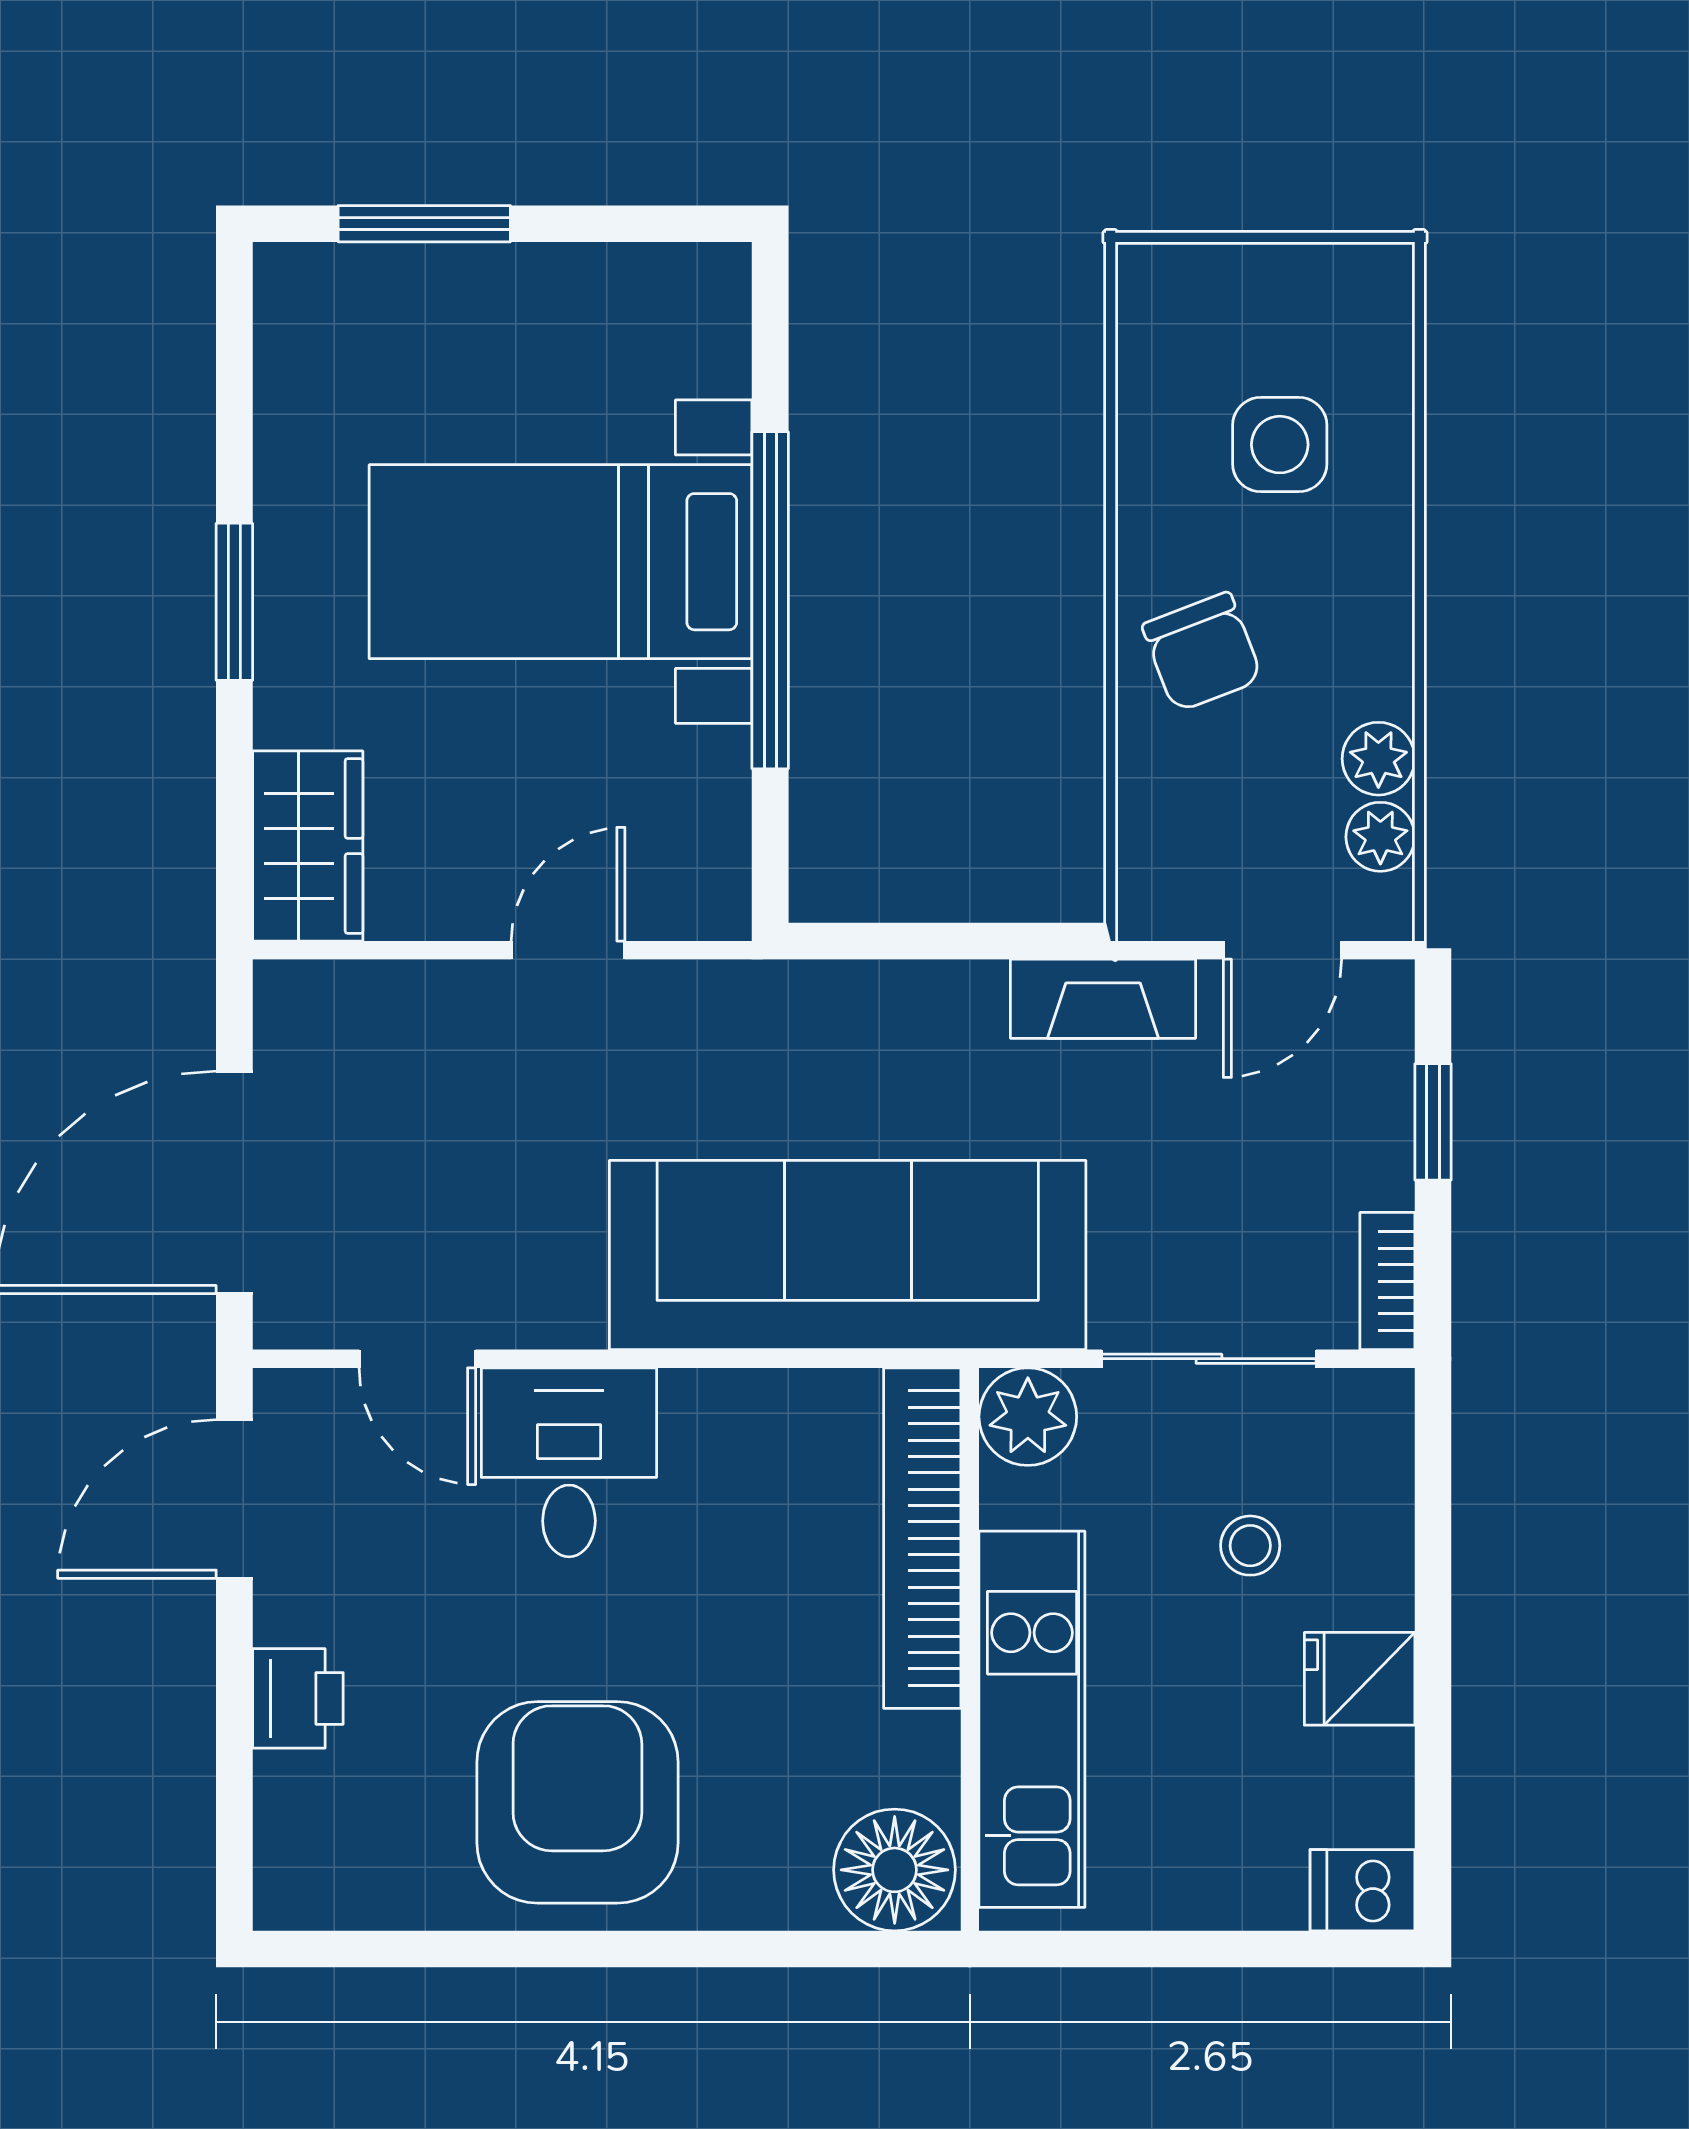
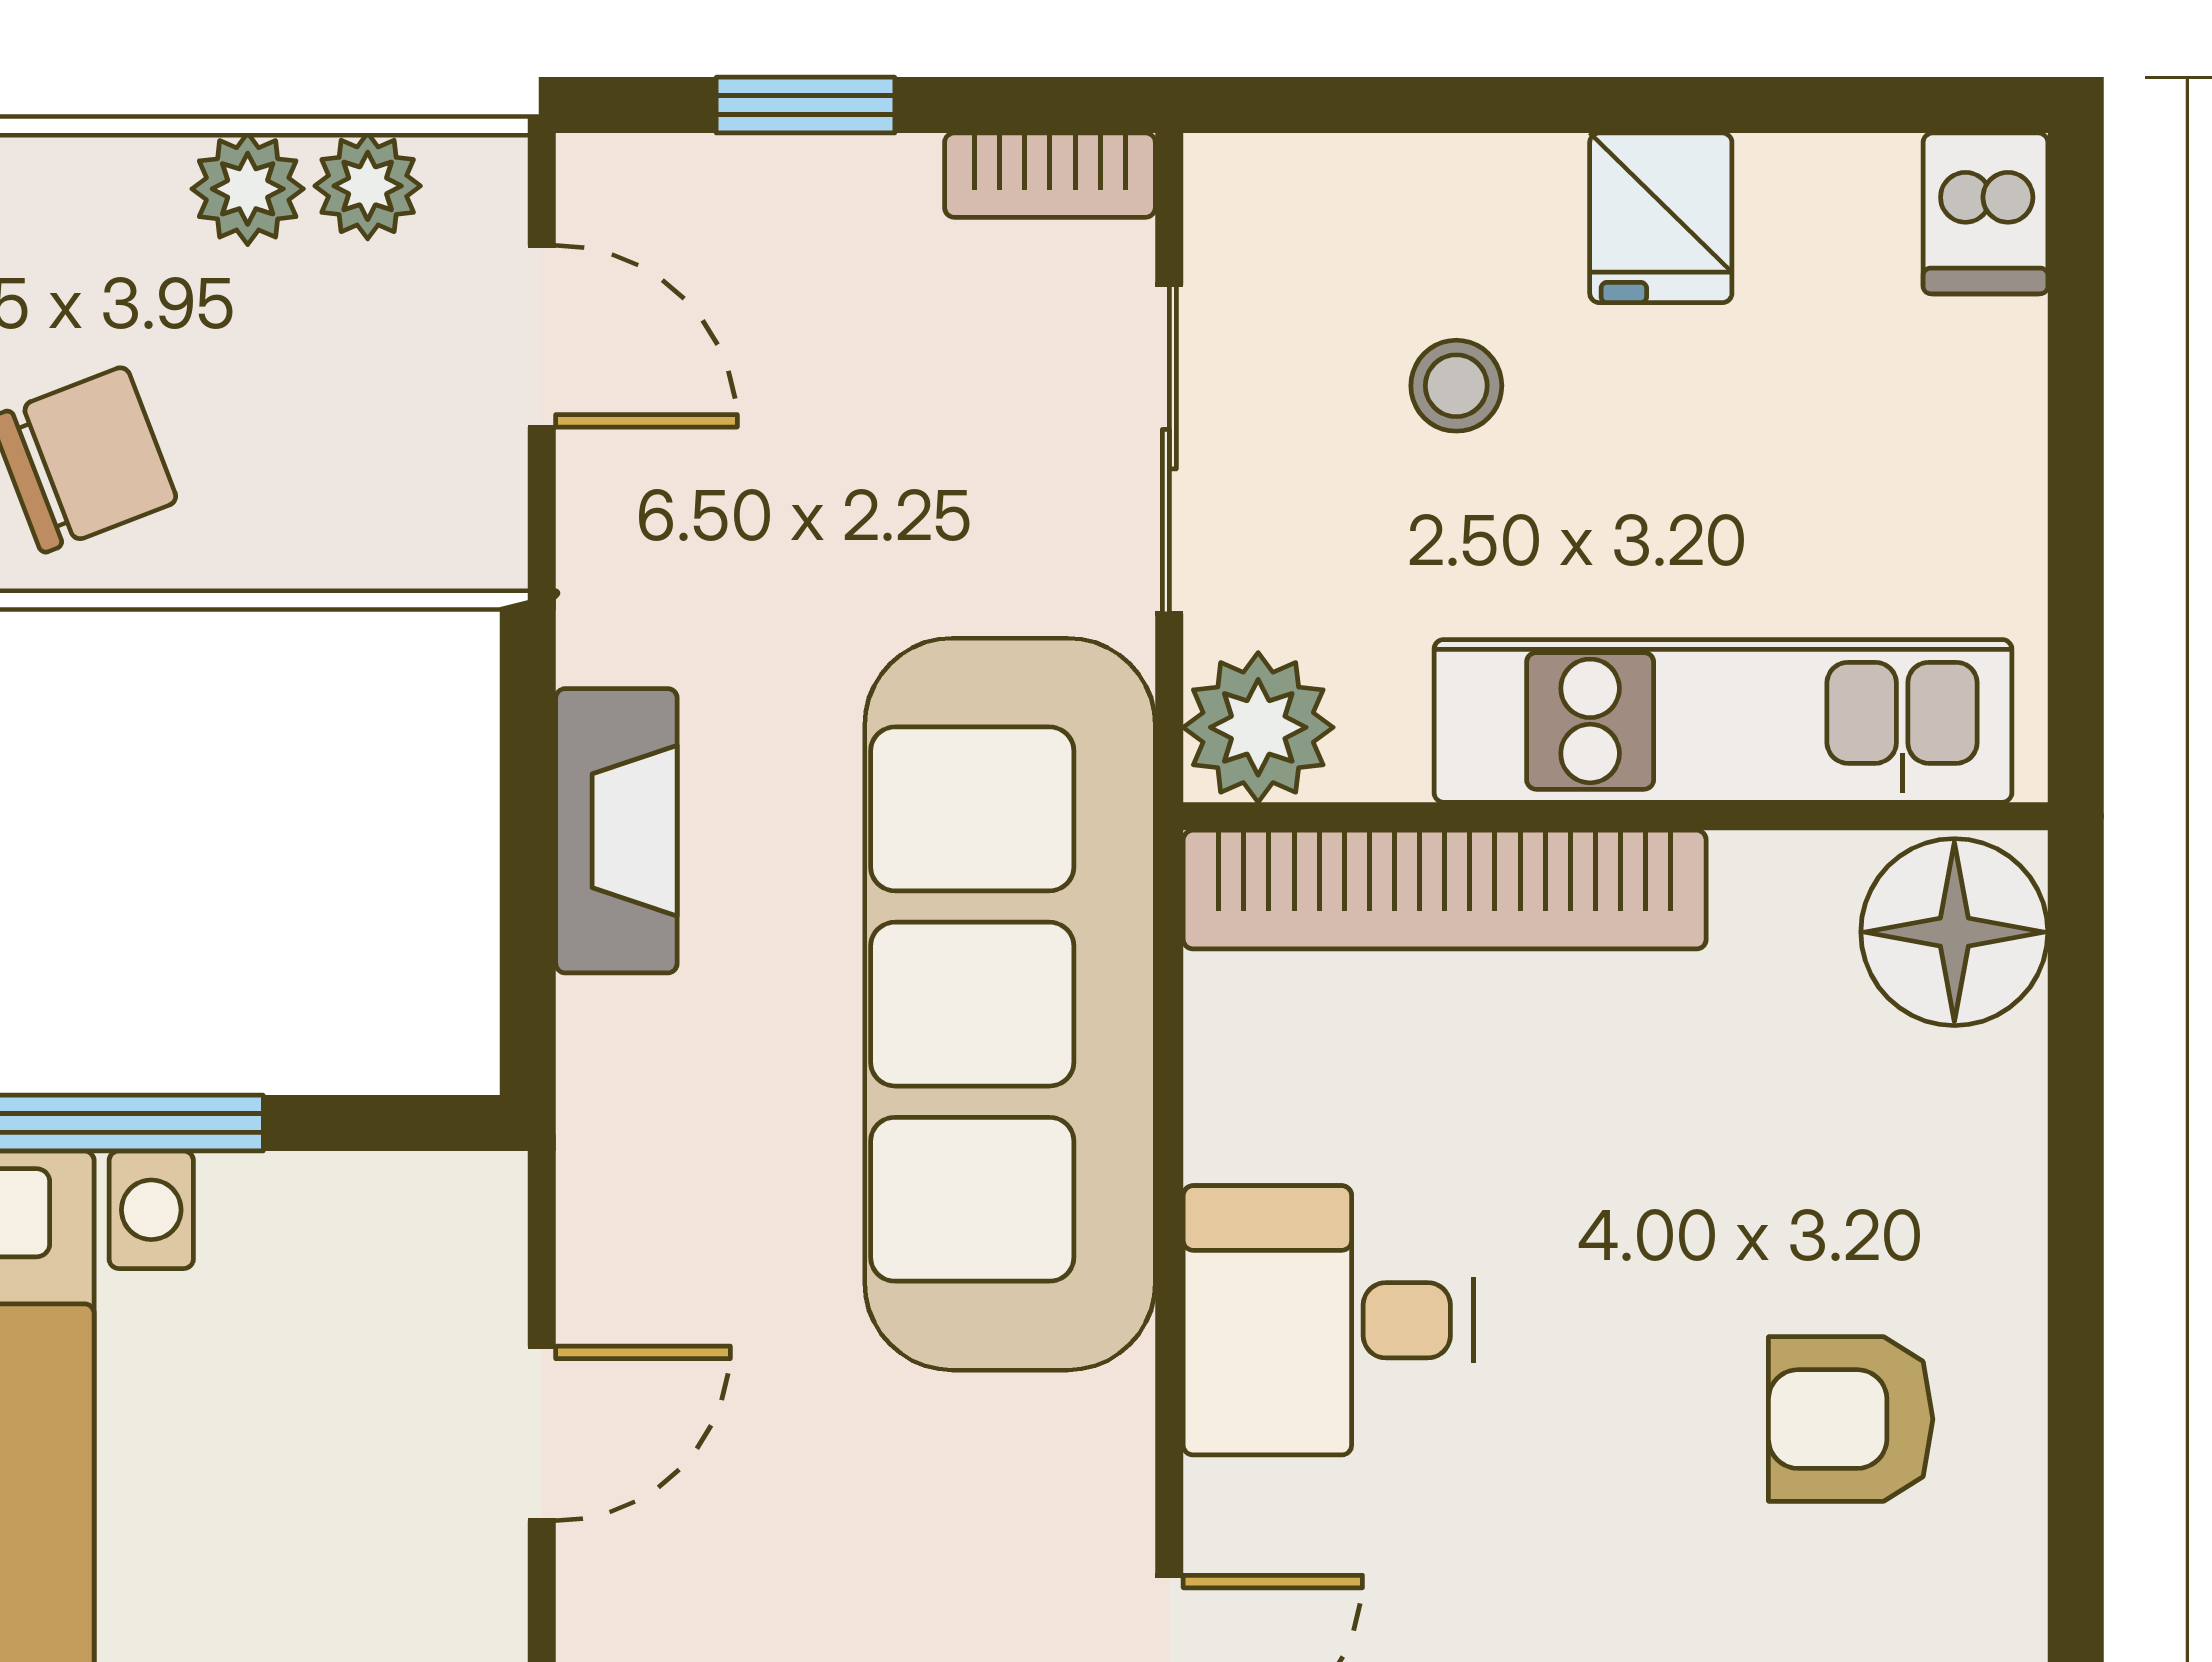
door: (568, 950) -> (542, 1433), swing flipped
fireplace: (1103, 999) -> (616, 831), moved
desk: (569, 1462) -> (1328, 1320), moved
armchair: (577, 1802) -> (1851, 1419), width x0.53, depth x0.53

